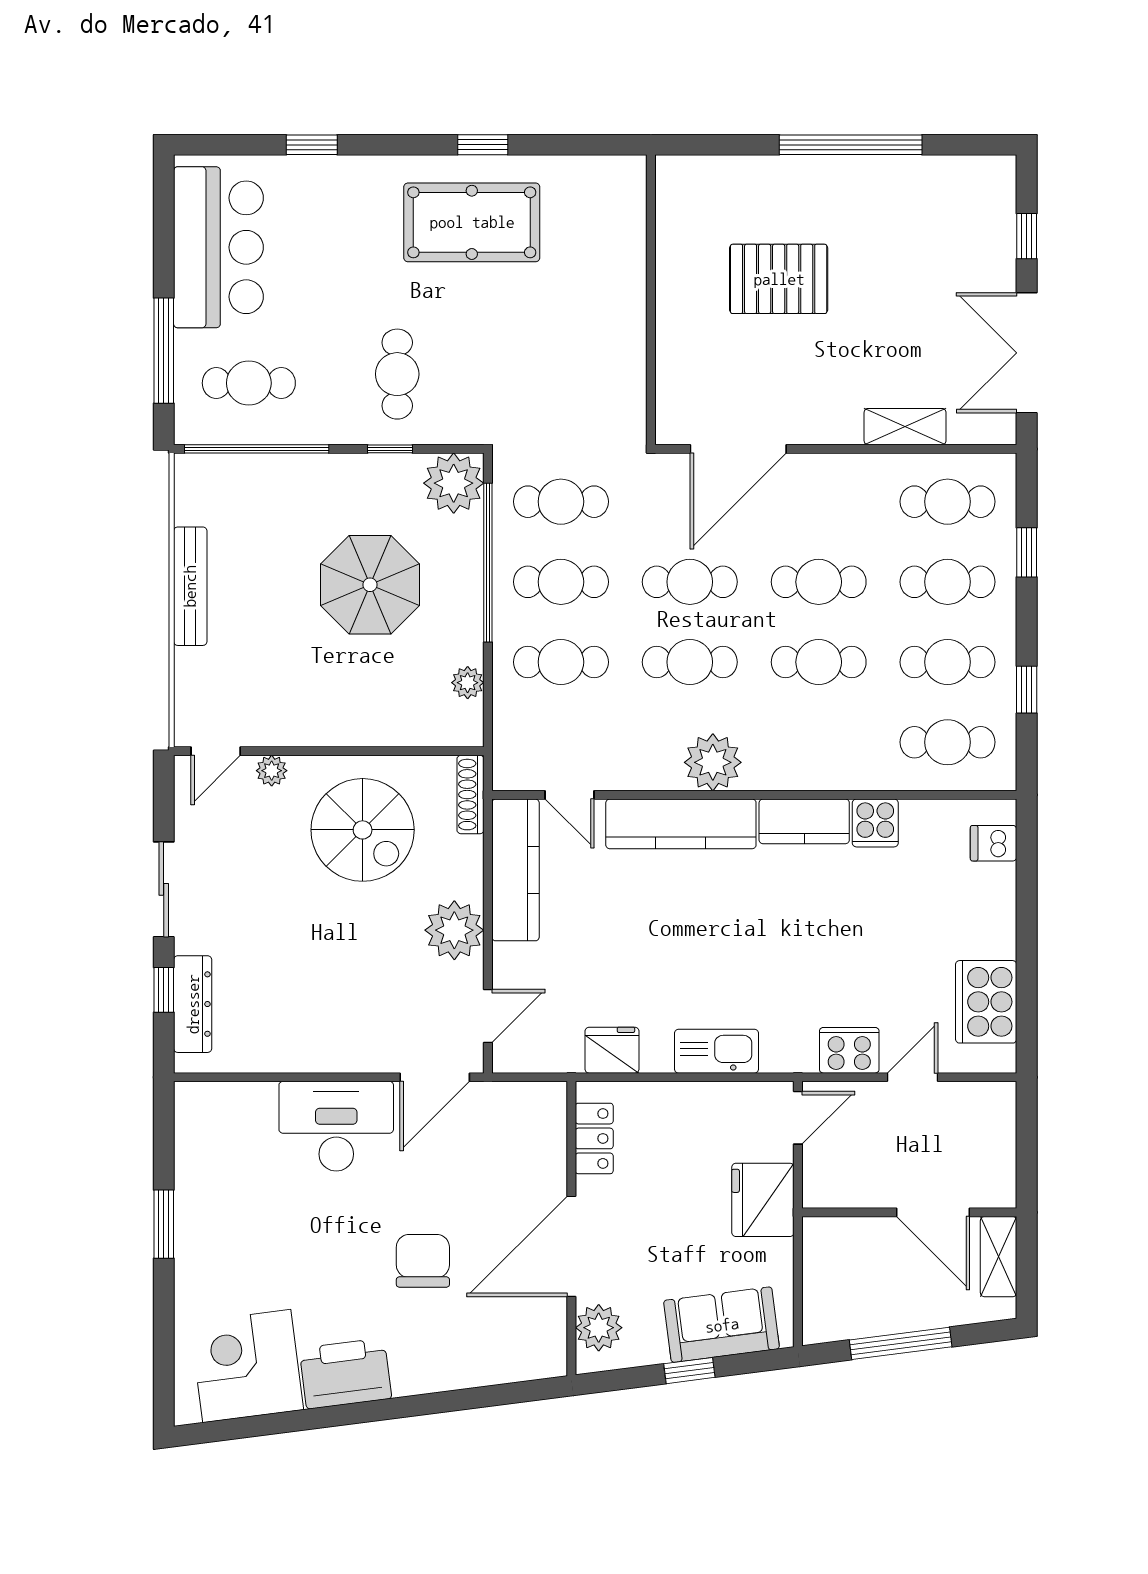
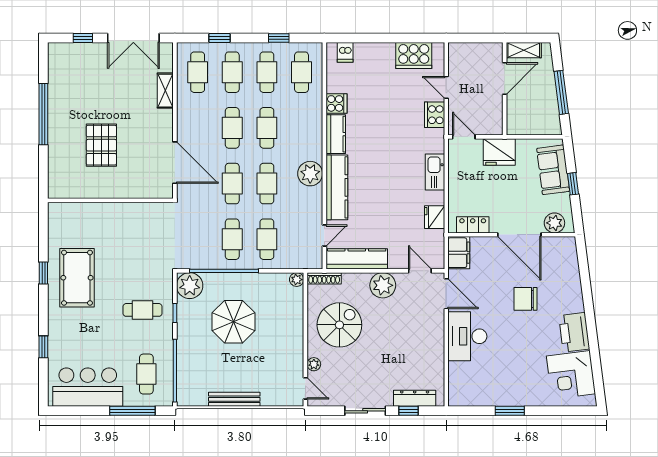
cafe table: (561, 502) -> (198, 239), removed
plant: (468, 683) -> (297, 280), moved
filing cabinet: (530, 1106) -> (459, 253), added

